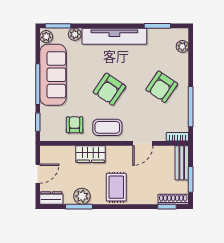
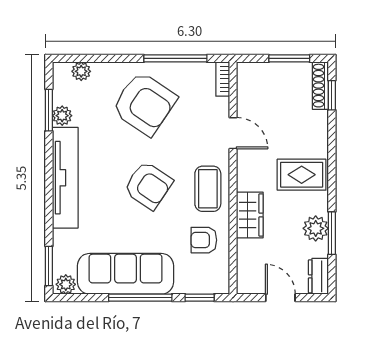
plant: (75, 34) -> (62, 116), moved
armchair: (162, 87) -> (144, 104), width x1.36, depth x1.36
bench: (182, 163) -> (263, 72), removed

